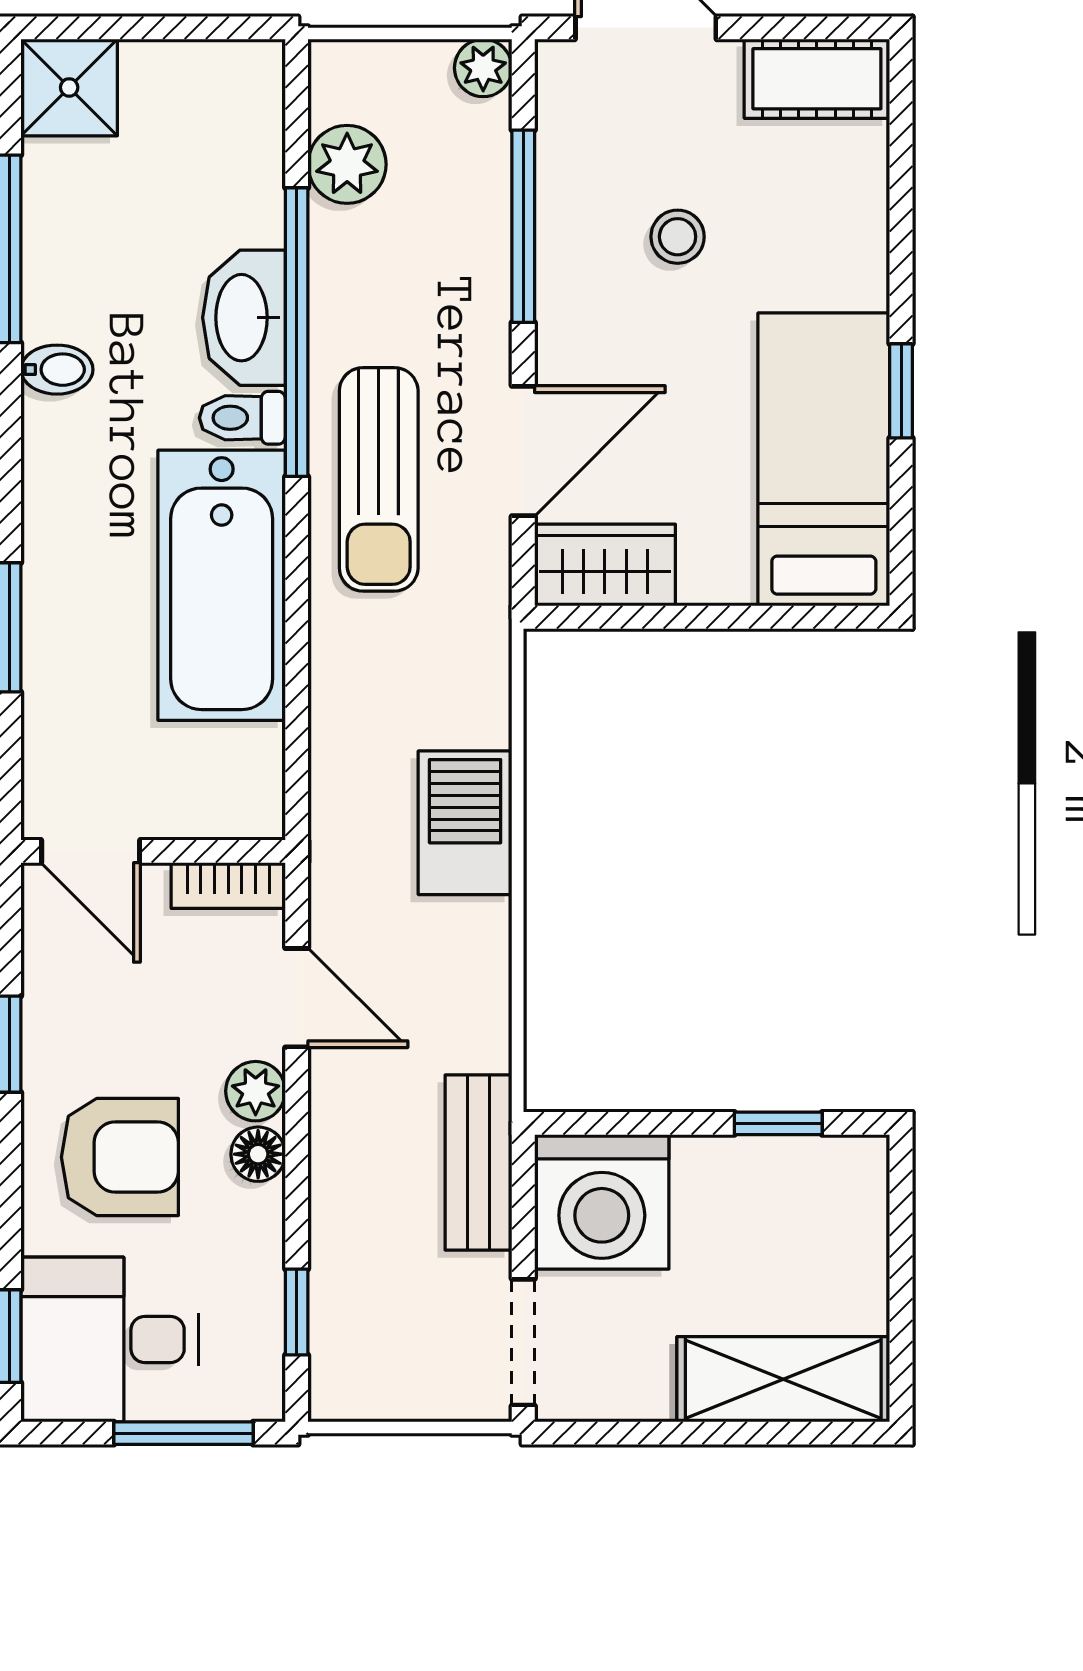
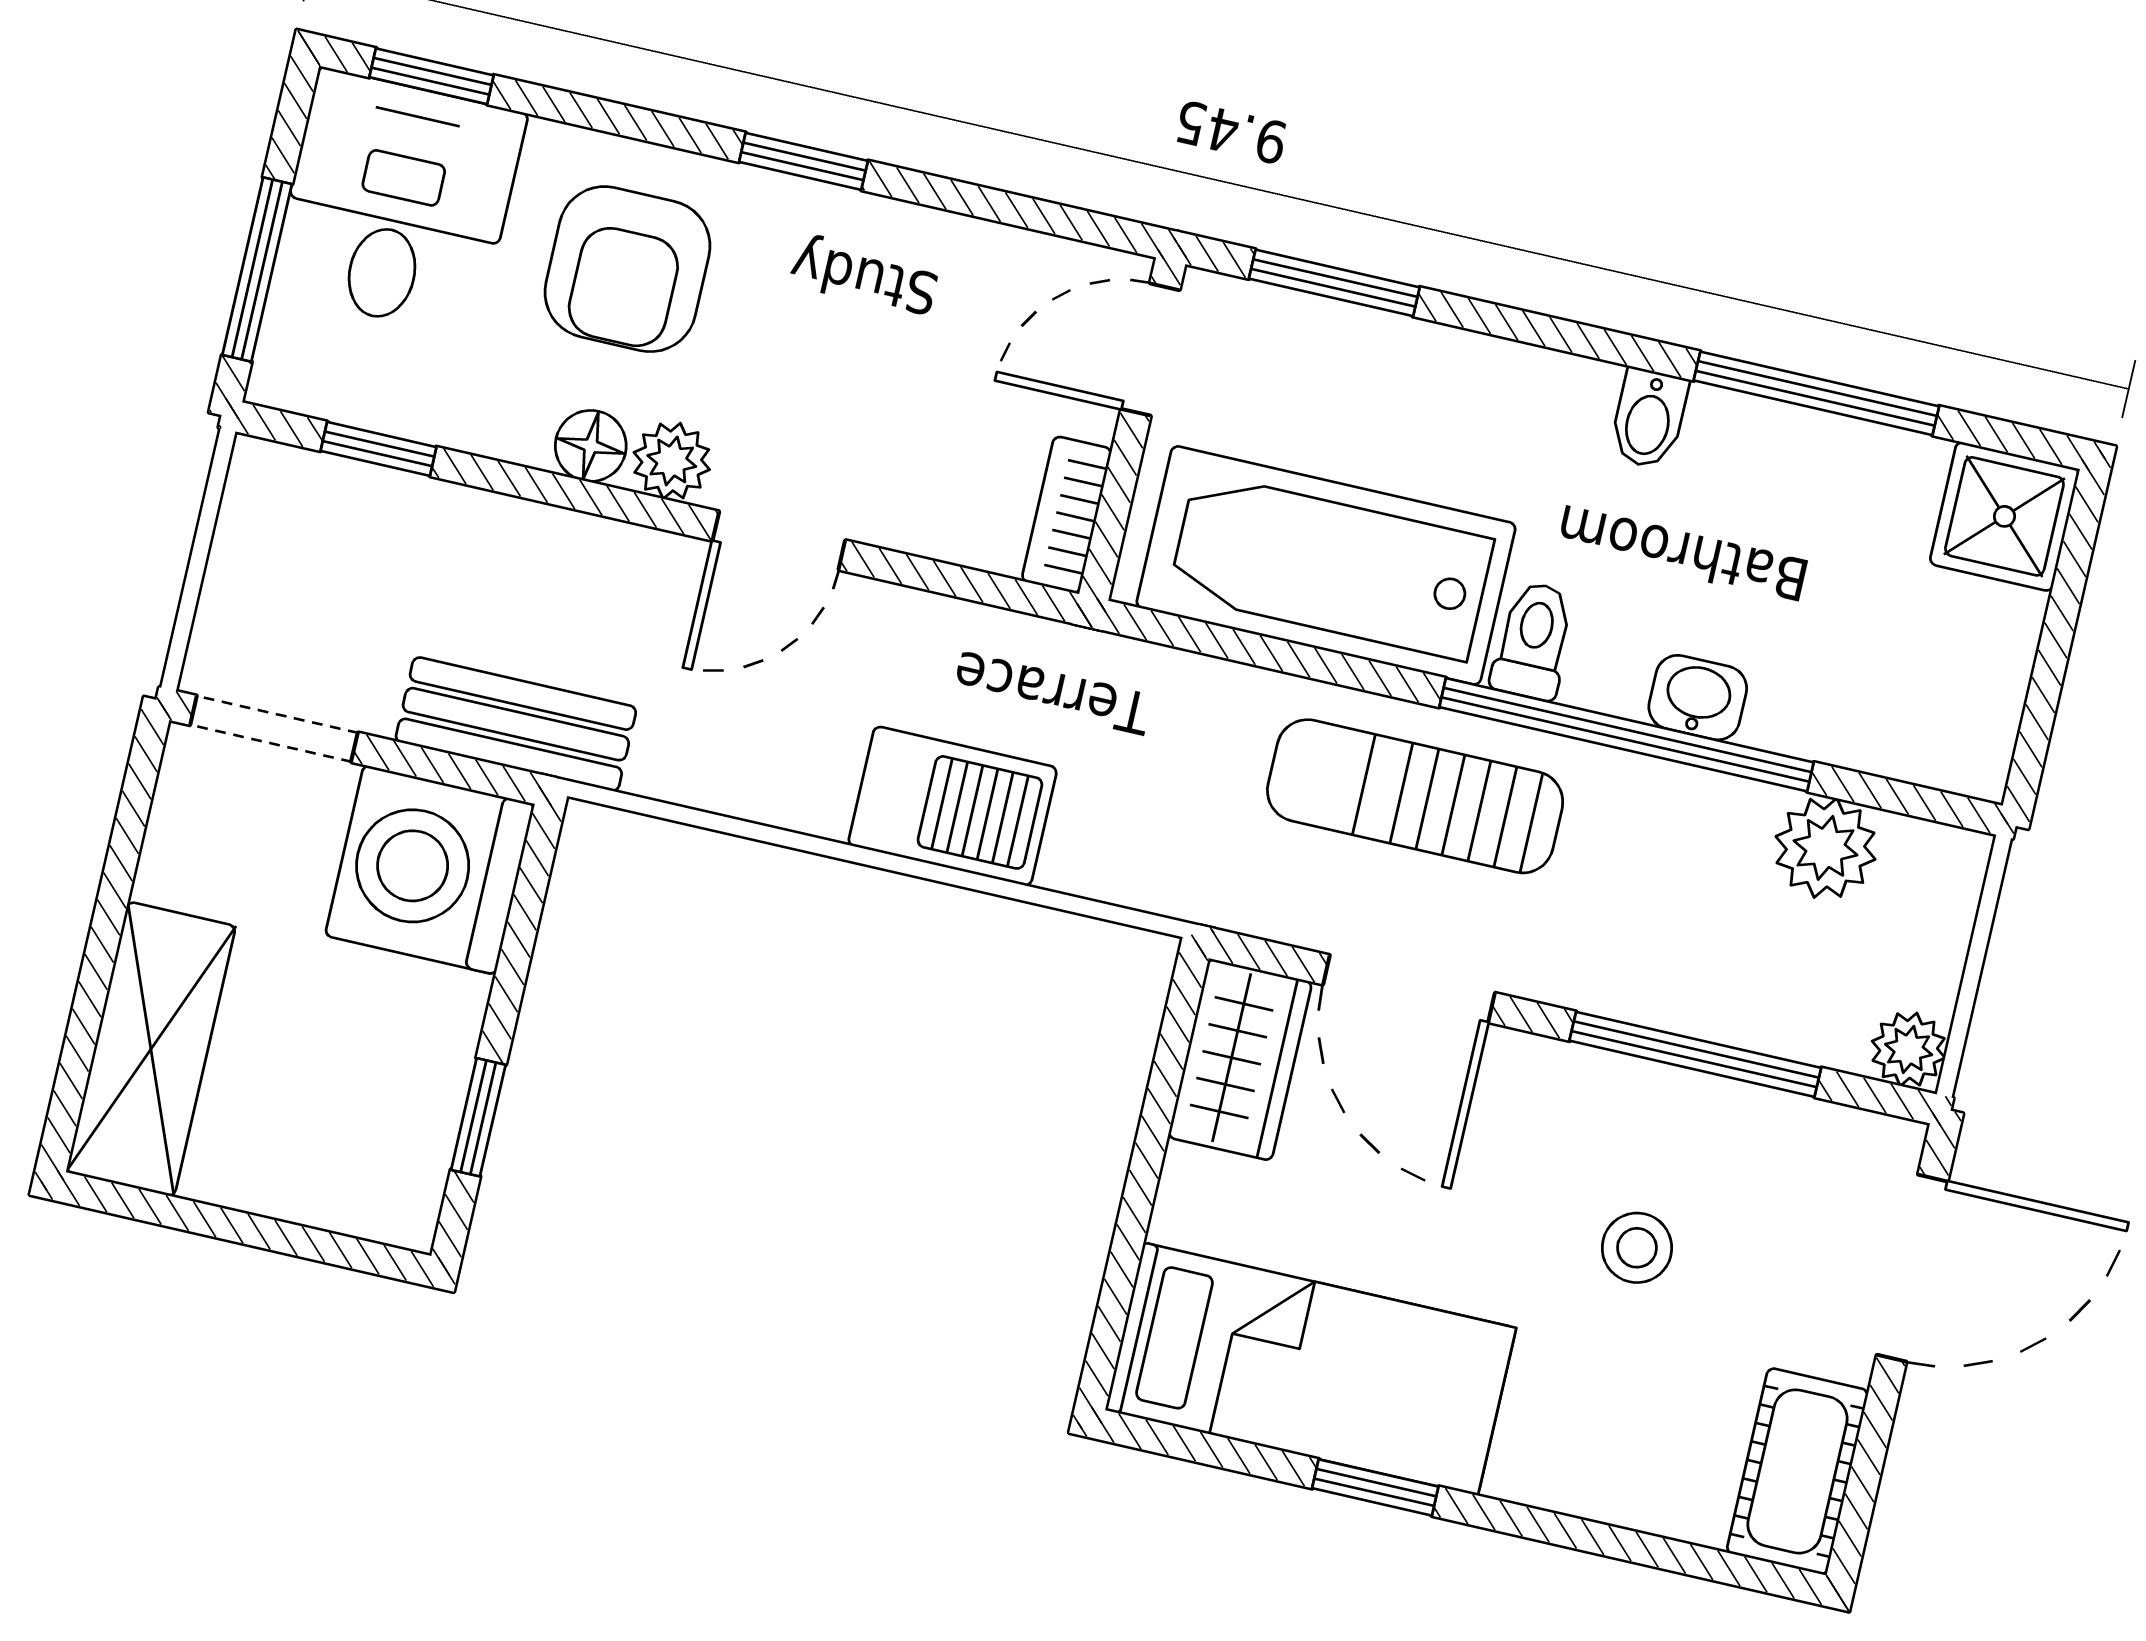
washbasin: (244, 318) -> (1698, 698), width x0.52, depth x0.69
door: (91, 851) -> (1150, 350), moved
wall: (153, 851) -> (1132, 429), moved
bookcase: (228, 886) -> (1067, 515), moved

